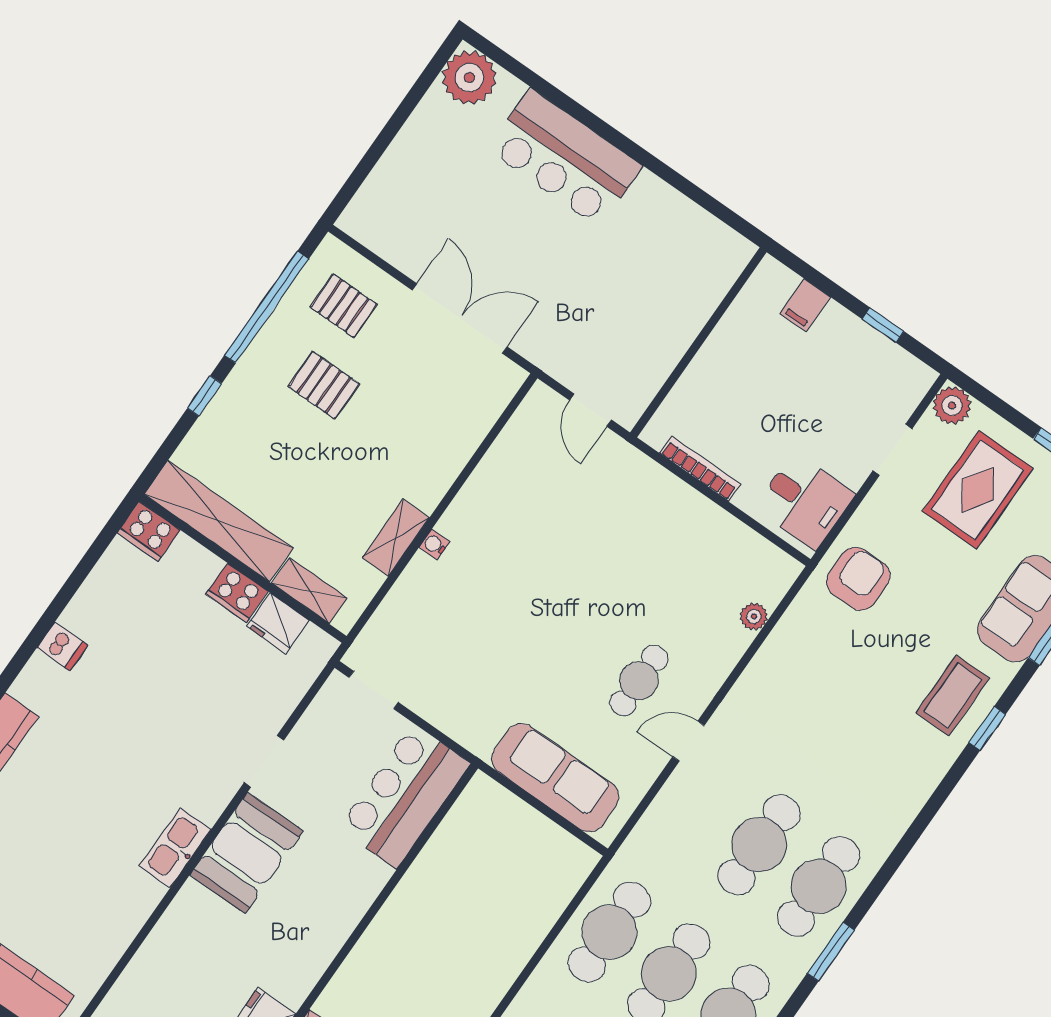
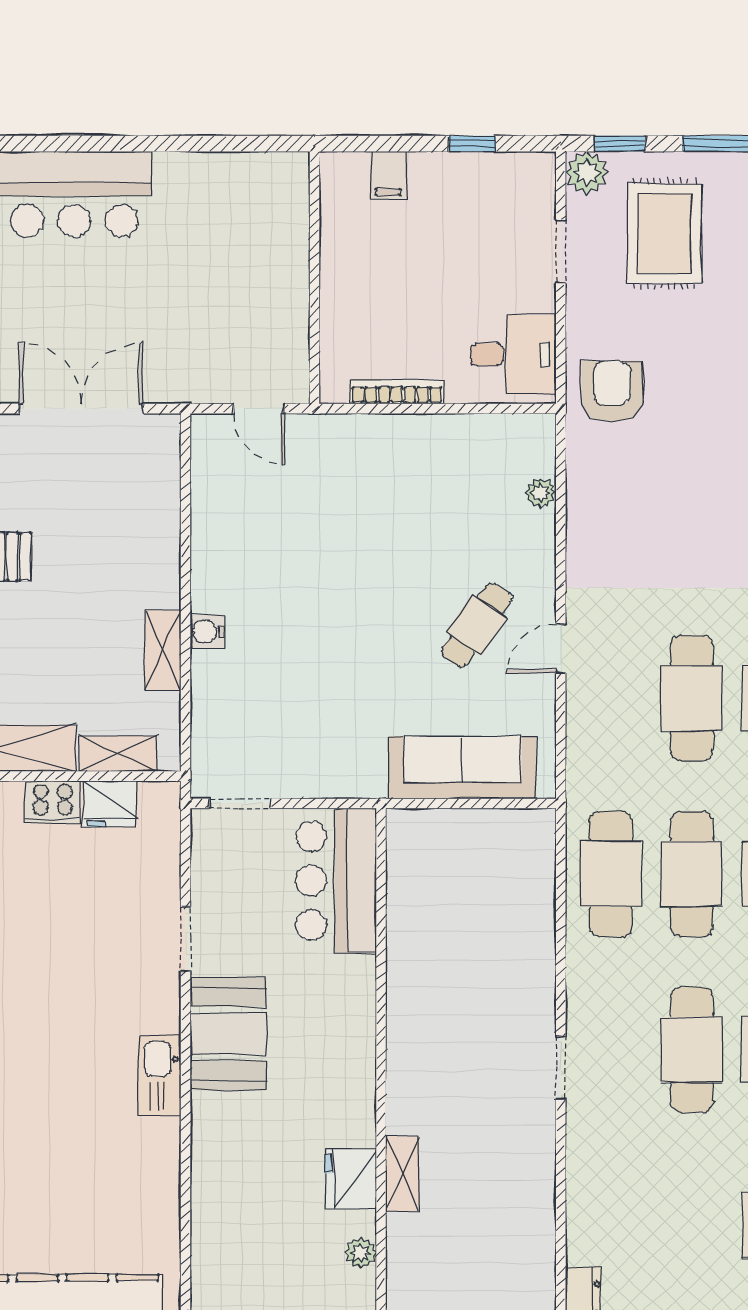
window: (991, 401) -> (620, 144), added
water cooler: (434, 545) -> (207, 632), width x1.38, depth x1.38
cafe table: (639, 681) -> (477, 625), turned 35

